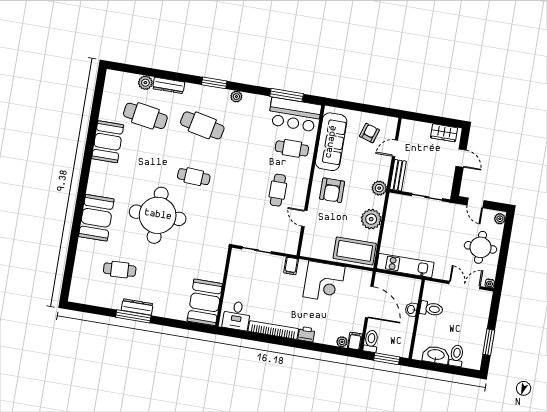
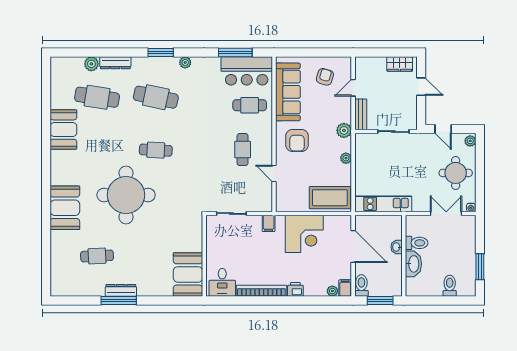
plant: (371, 219) -> (346, 158), width x0.53, depth x0.53
washbasin: (436, 355) -> (413, 264), moved, turned 90

